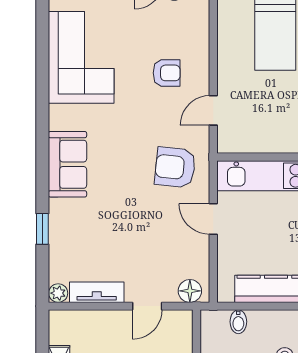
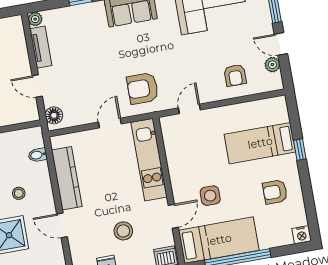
armchair: (167, 73) -> (235, 75), moved
door: (213, 110) -> (189, 109), hinge flipped
armchair: (175, 167) -> (143, 88), turned -96

